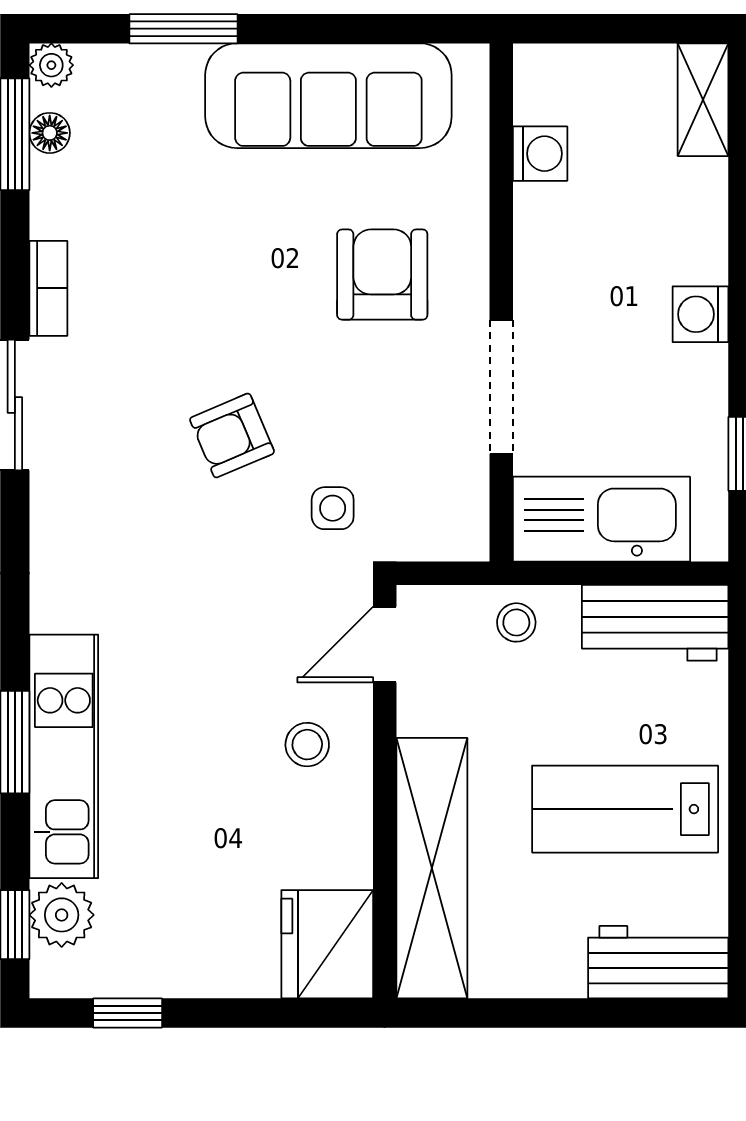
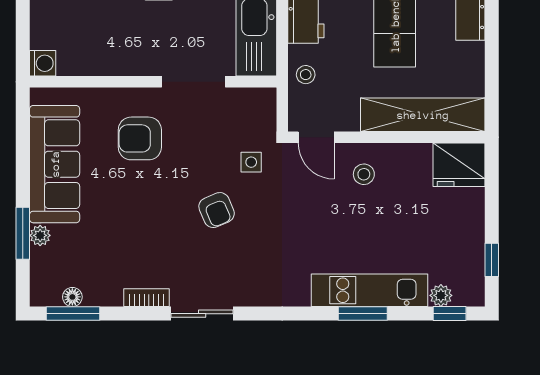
plant: (51, 65) -> (40, 235), moved
washing machine: (540, 154) -> (43, 63), moved, turned 90
plant: (62, 915) -> (441, 295), width x0.73, depth x0.73

